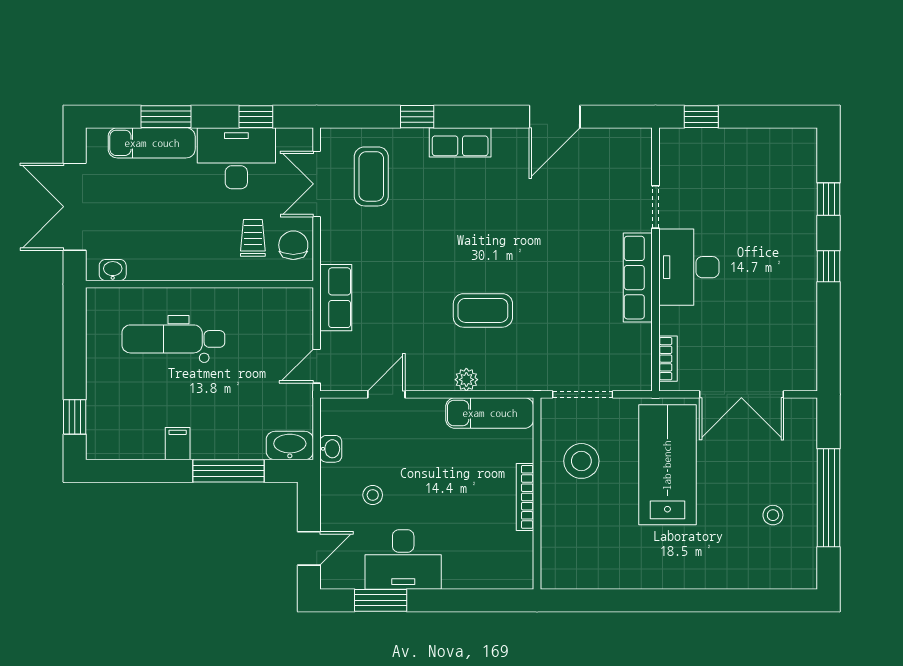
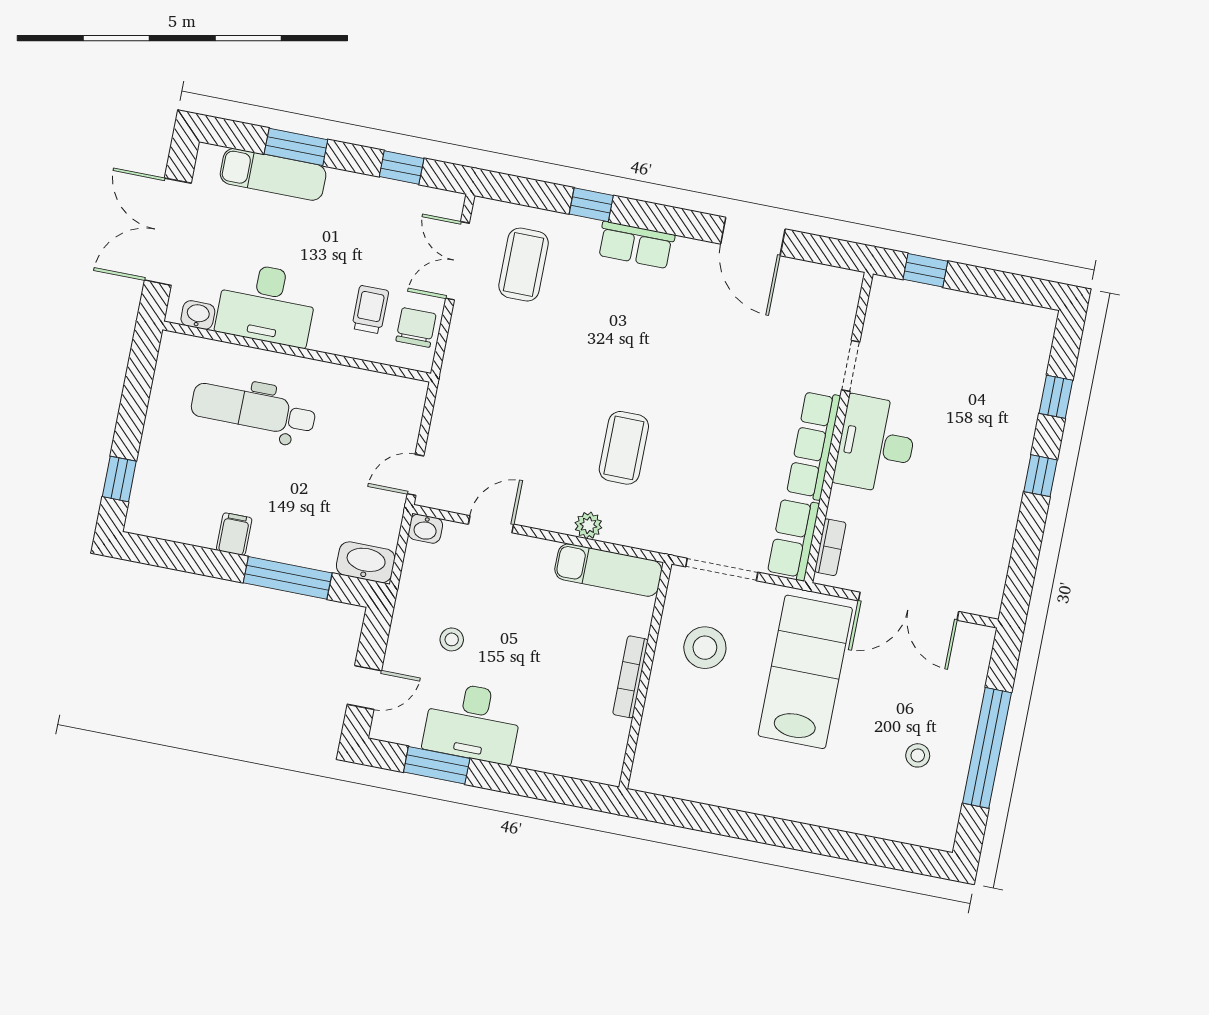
door: (555, 117) -> (753, 236), hinge flipped
desk: (236, 158) -> (267, 304), moved, turned 180
row of seats: (336, 298) -> (793, 539), moved, turned 180
coffee table: (483, 310) -> (624, 448), turned 90
washbasin: (331, 449) -> (425, 529), moved, turned 90

